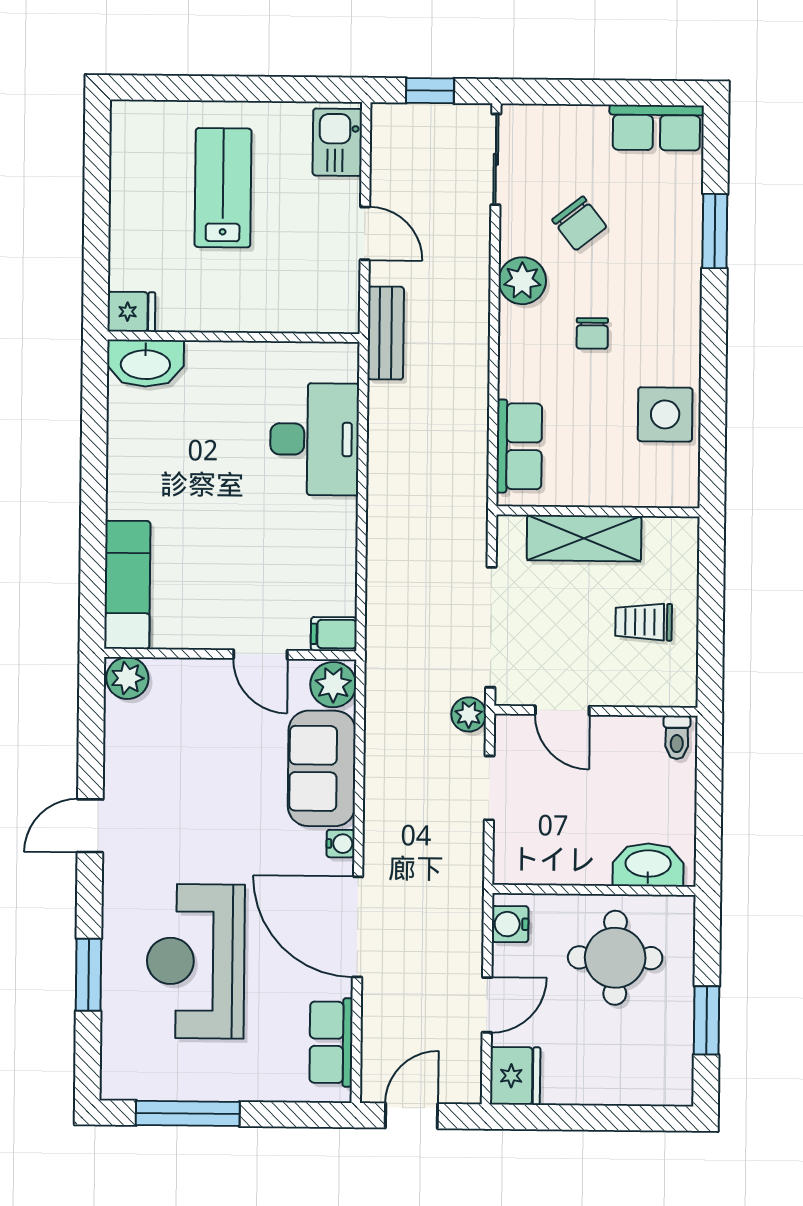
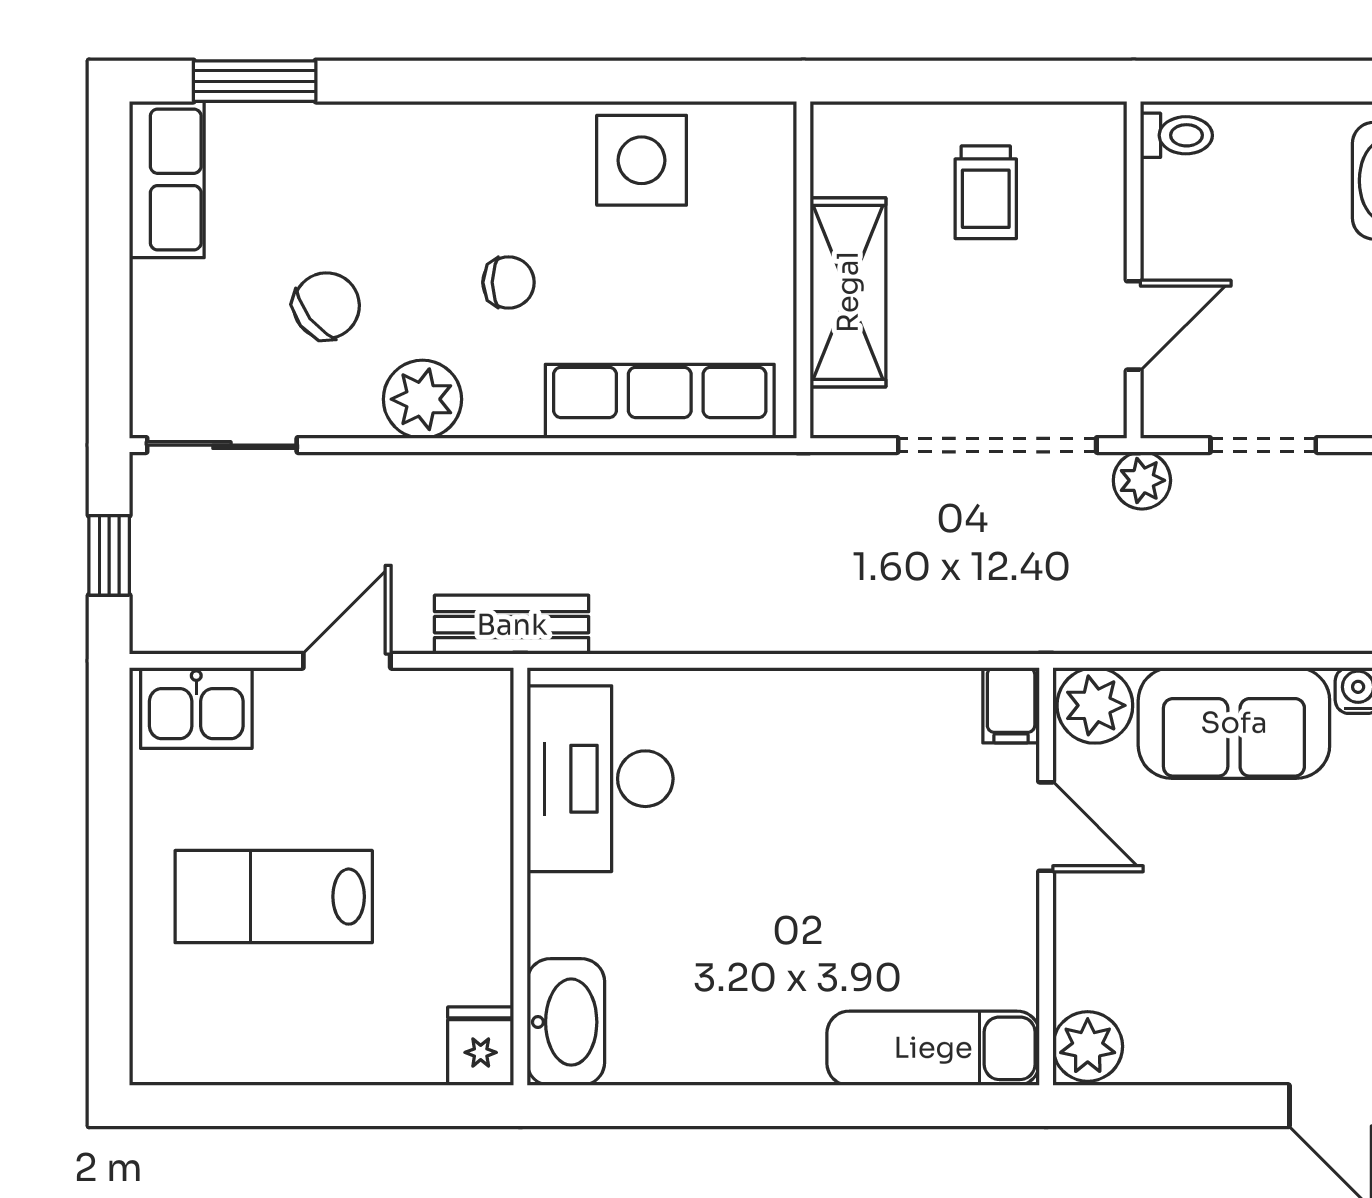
window: (715, 231) -> (255, 81), moved
desk: (315, 439) -> (600, 779), moved, turned -90
row of seats: (519, 446) -> (660, 401), width x1.48
door: (260, 654) -> (1046, 827), hinge flipped

